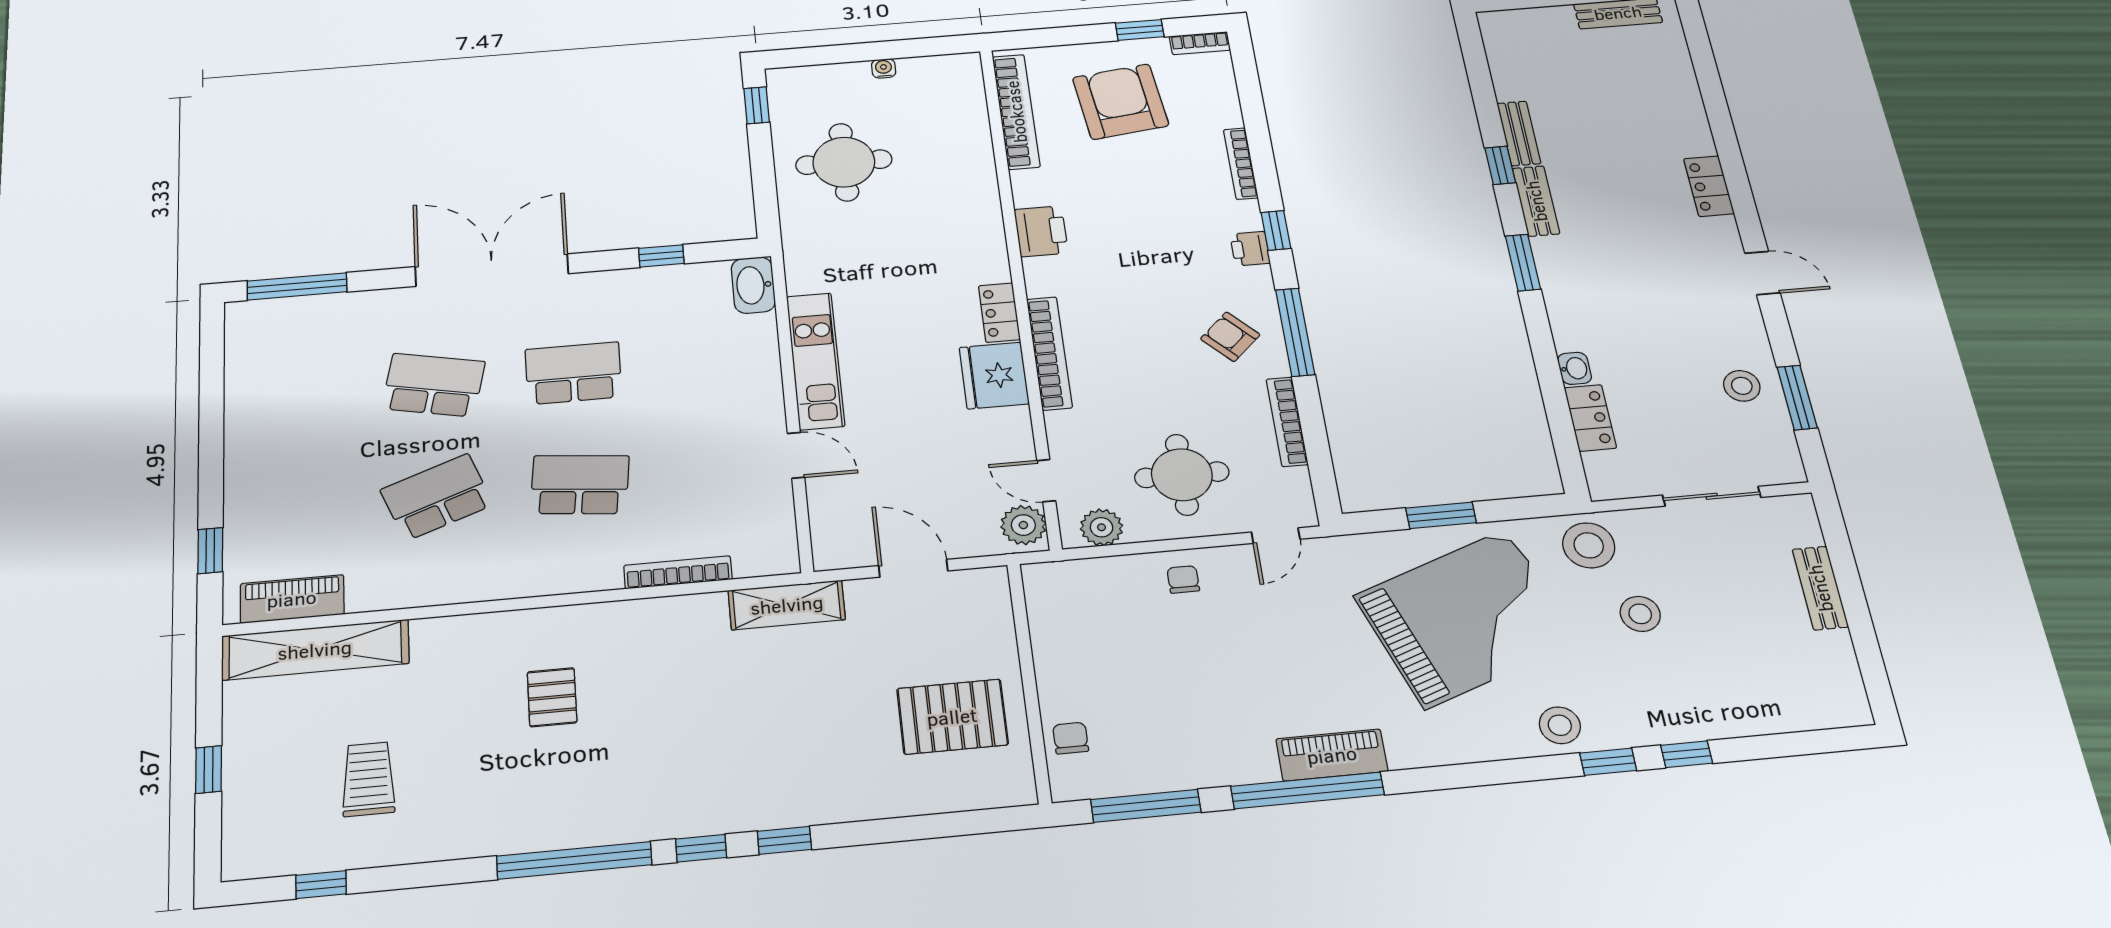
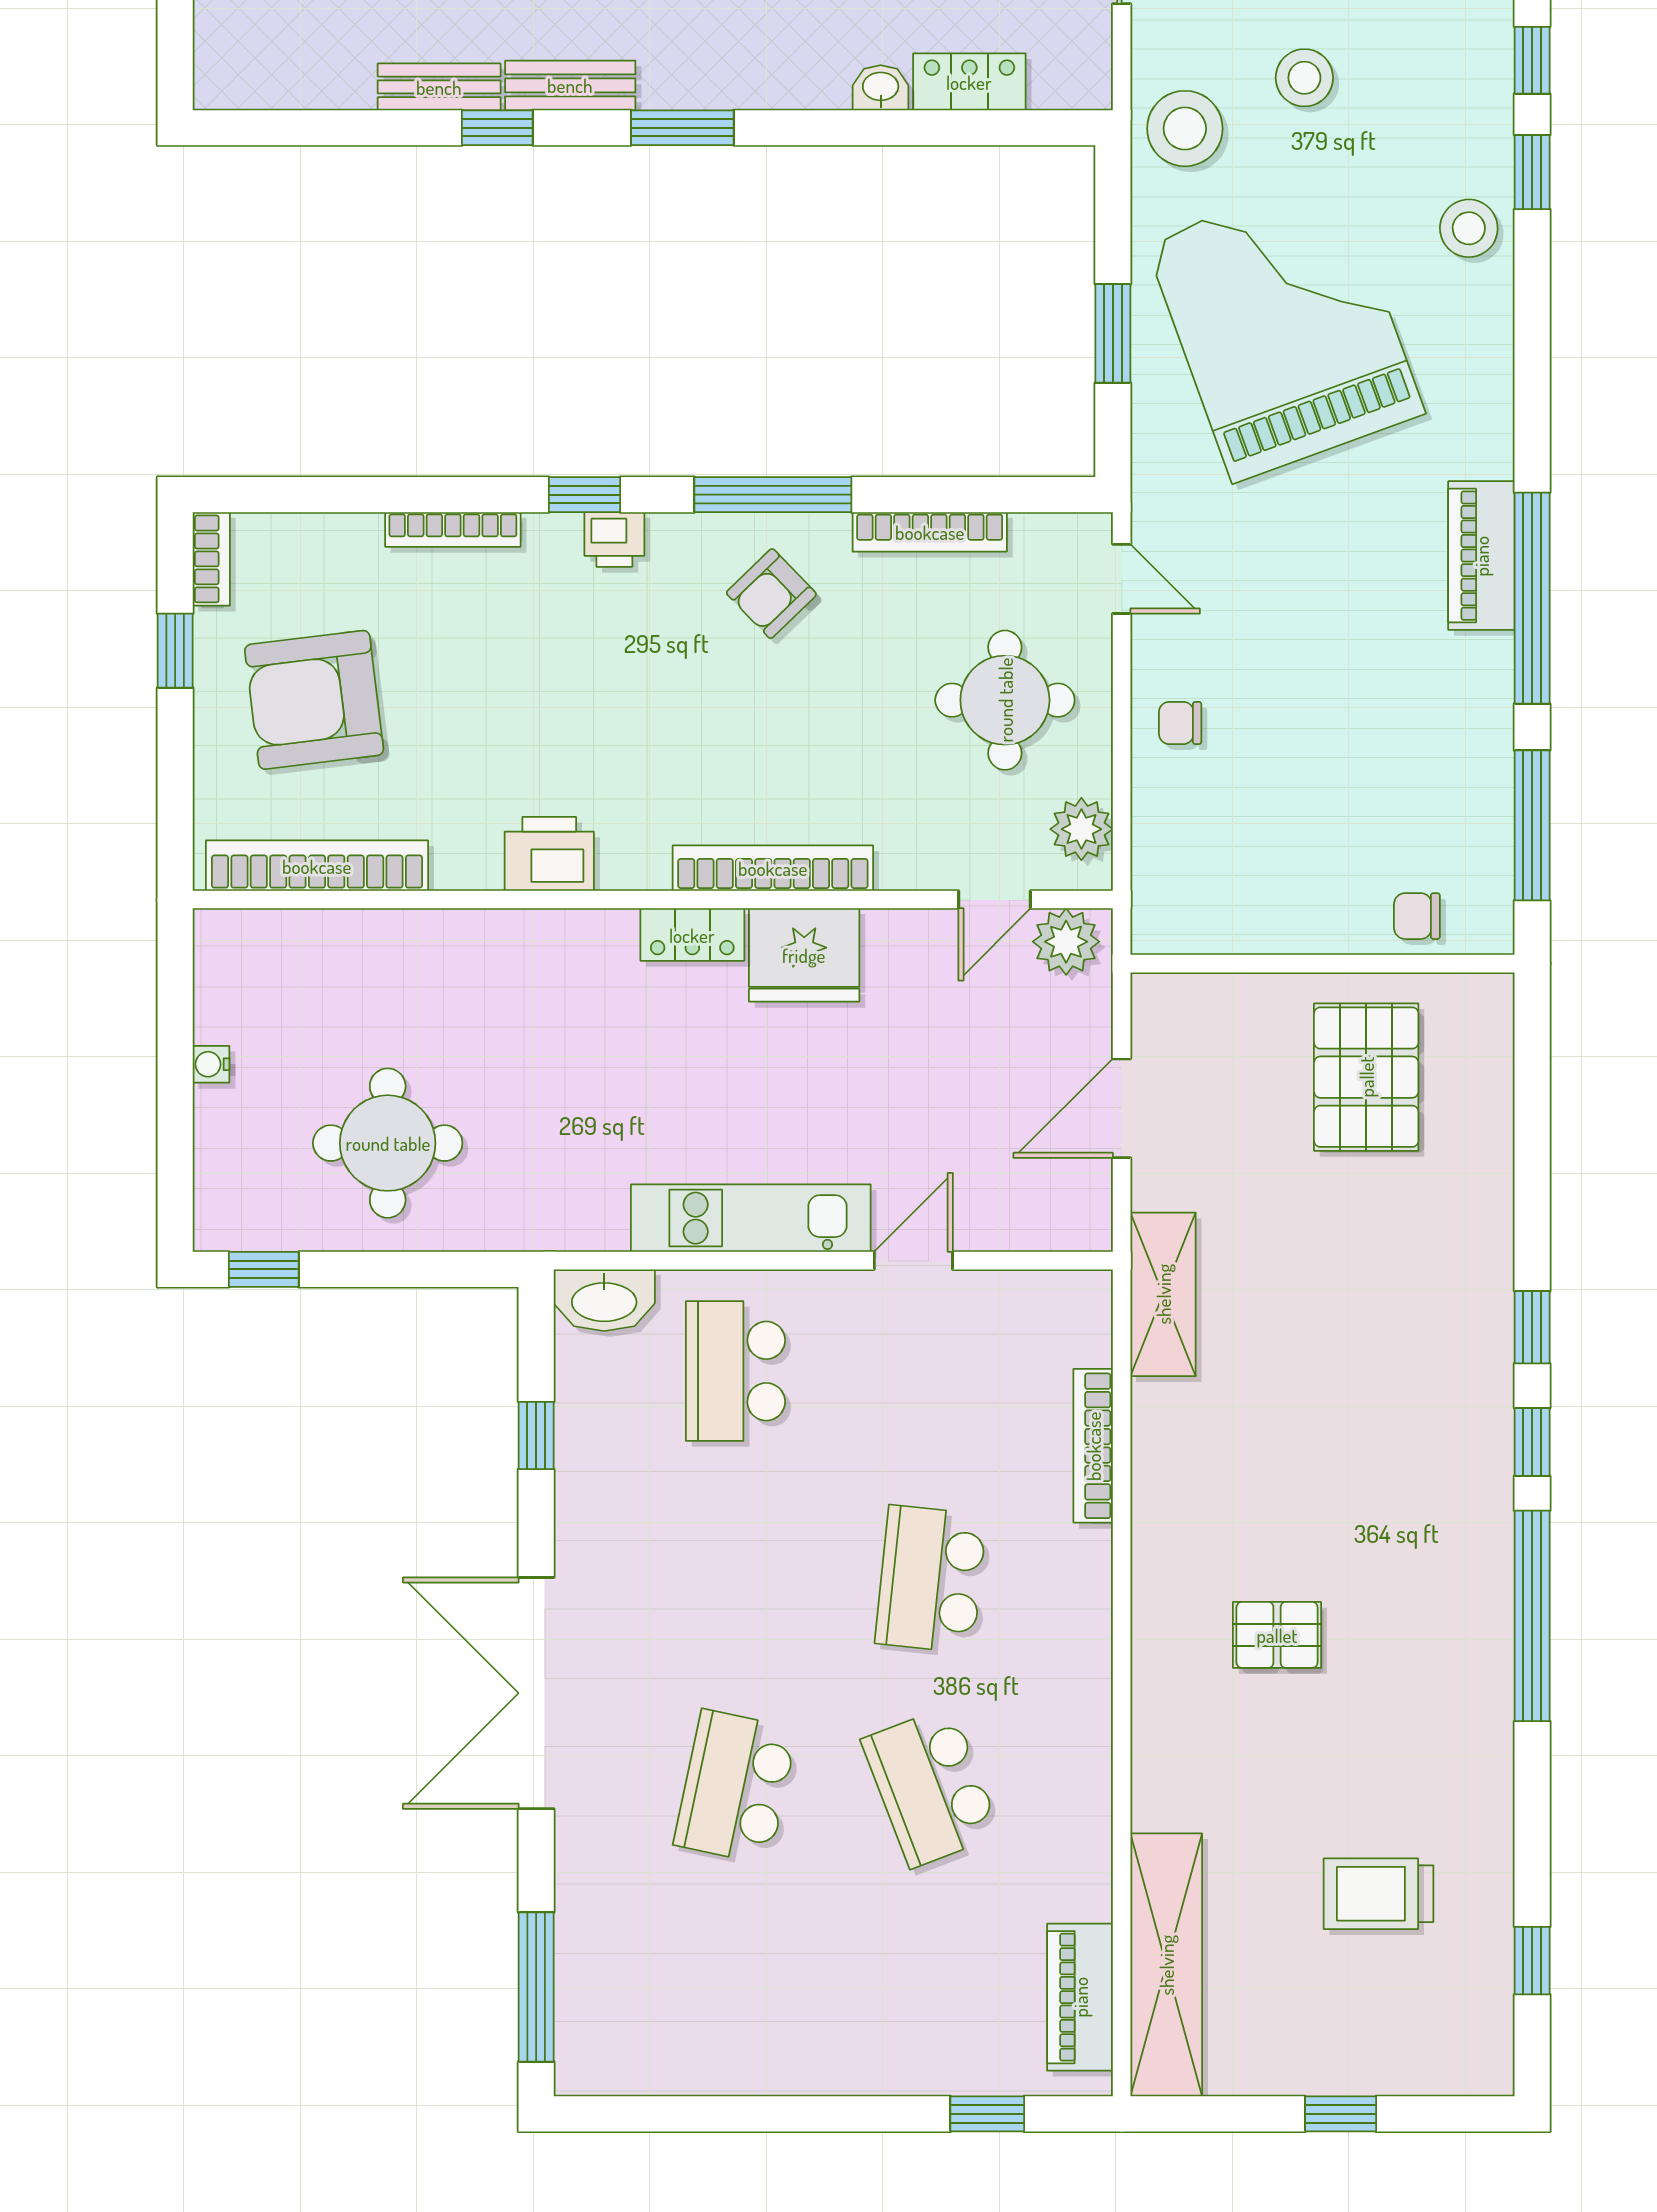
school desk: (573, 373) -> (736, 1371), moved

